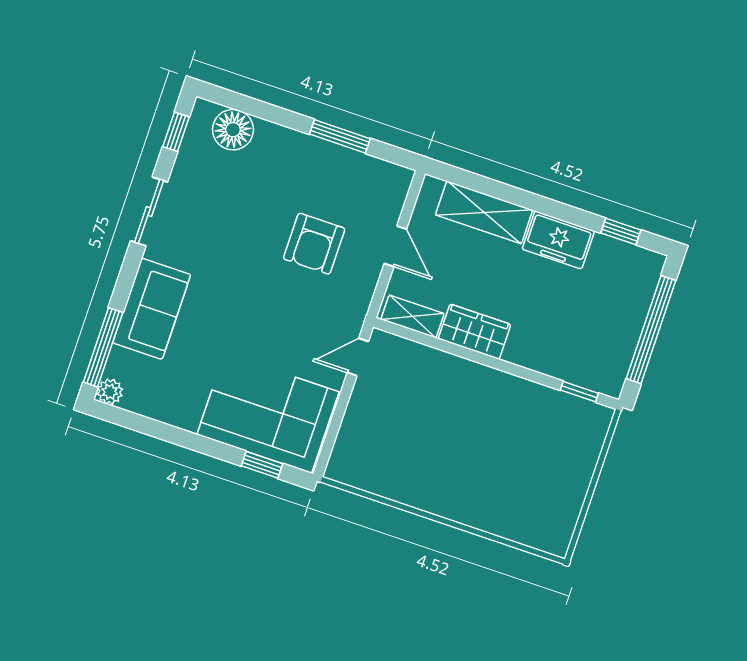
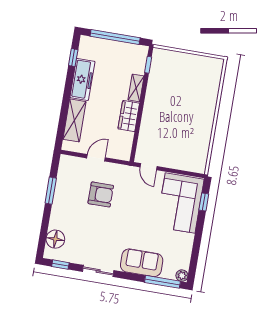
freezer: (558, 240) -> (82, 79), width x1.40
shelving: (412, 316) -> (136, 88), moved

